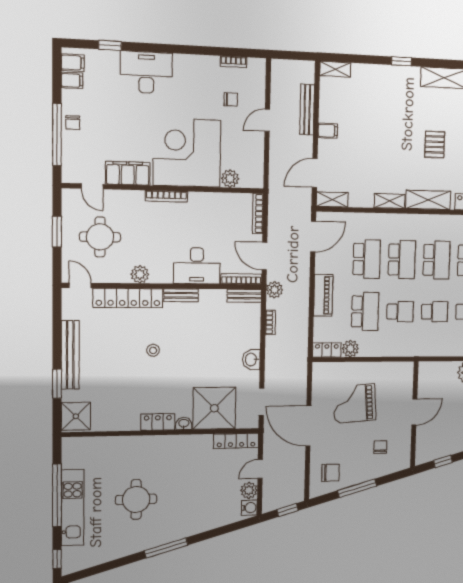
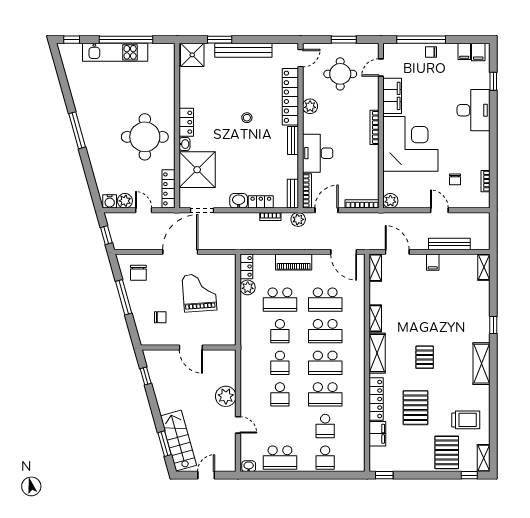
pallet: (435, 144) -> (425, 357), turned 90
plant: (230, 179) -> (390, 201), moved
locker: (253, 334) -> (261, 202), added
round table: (136, 499) -> (145, 137), moved, width x1.36, depth x1.36

